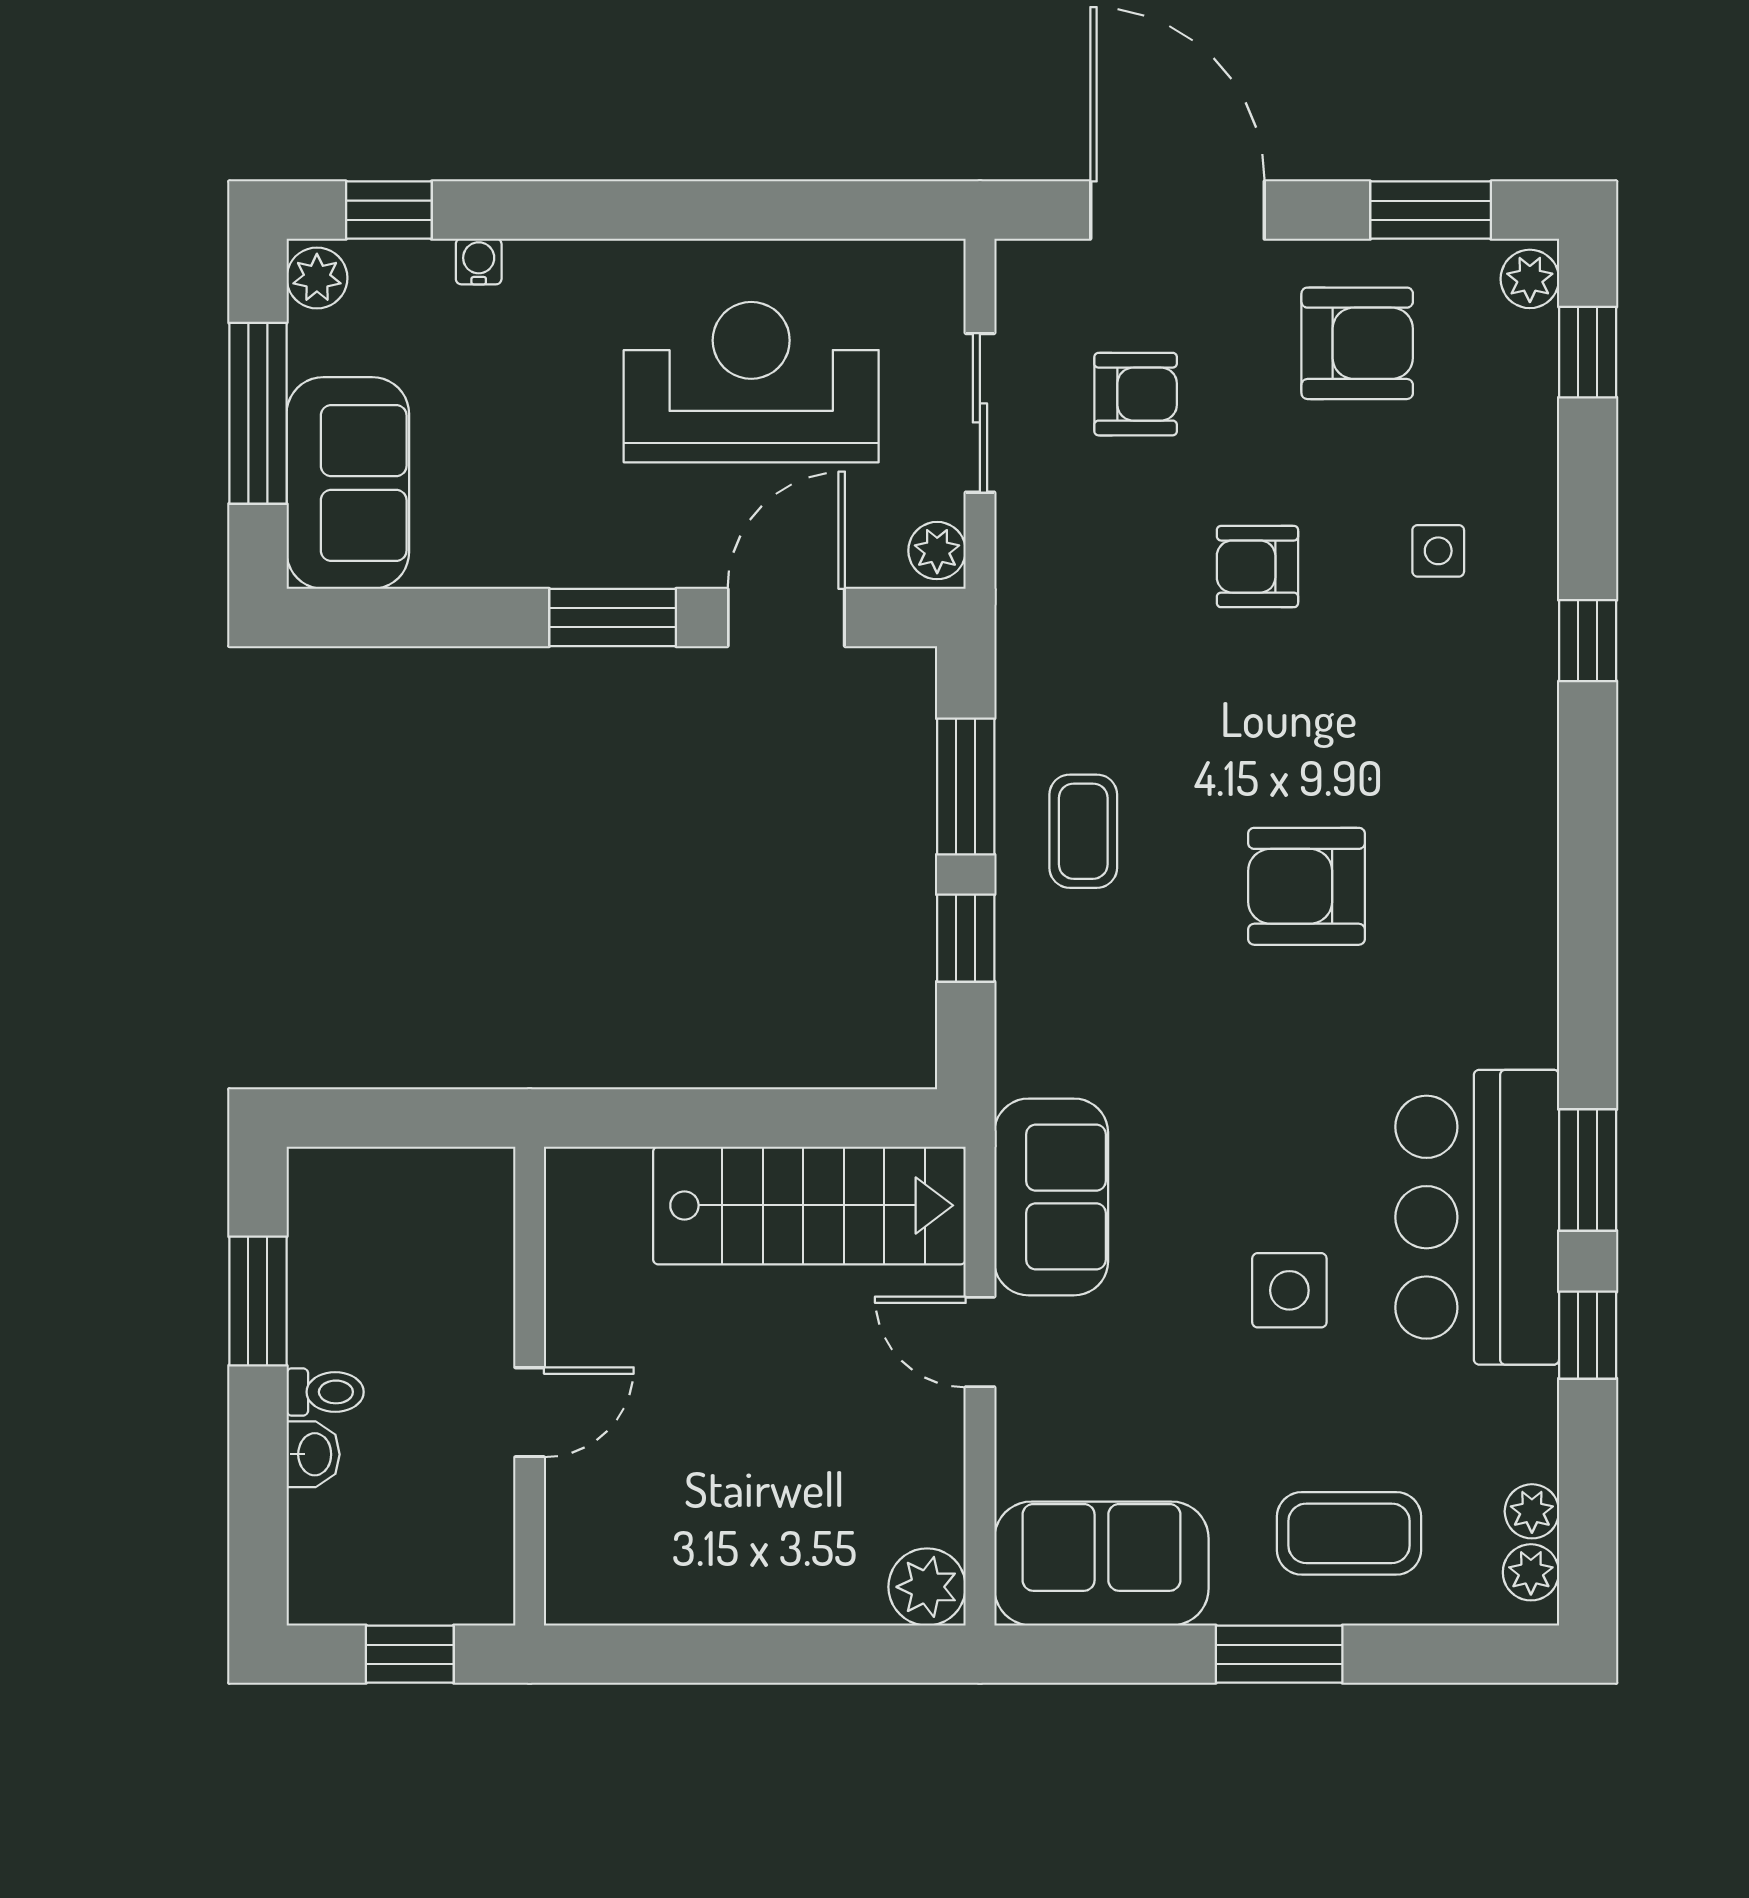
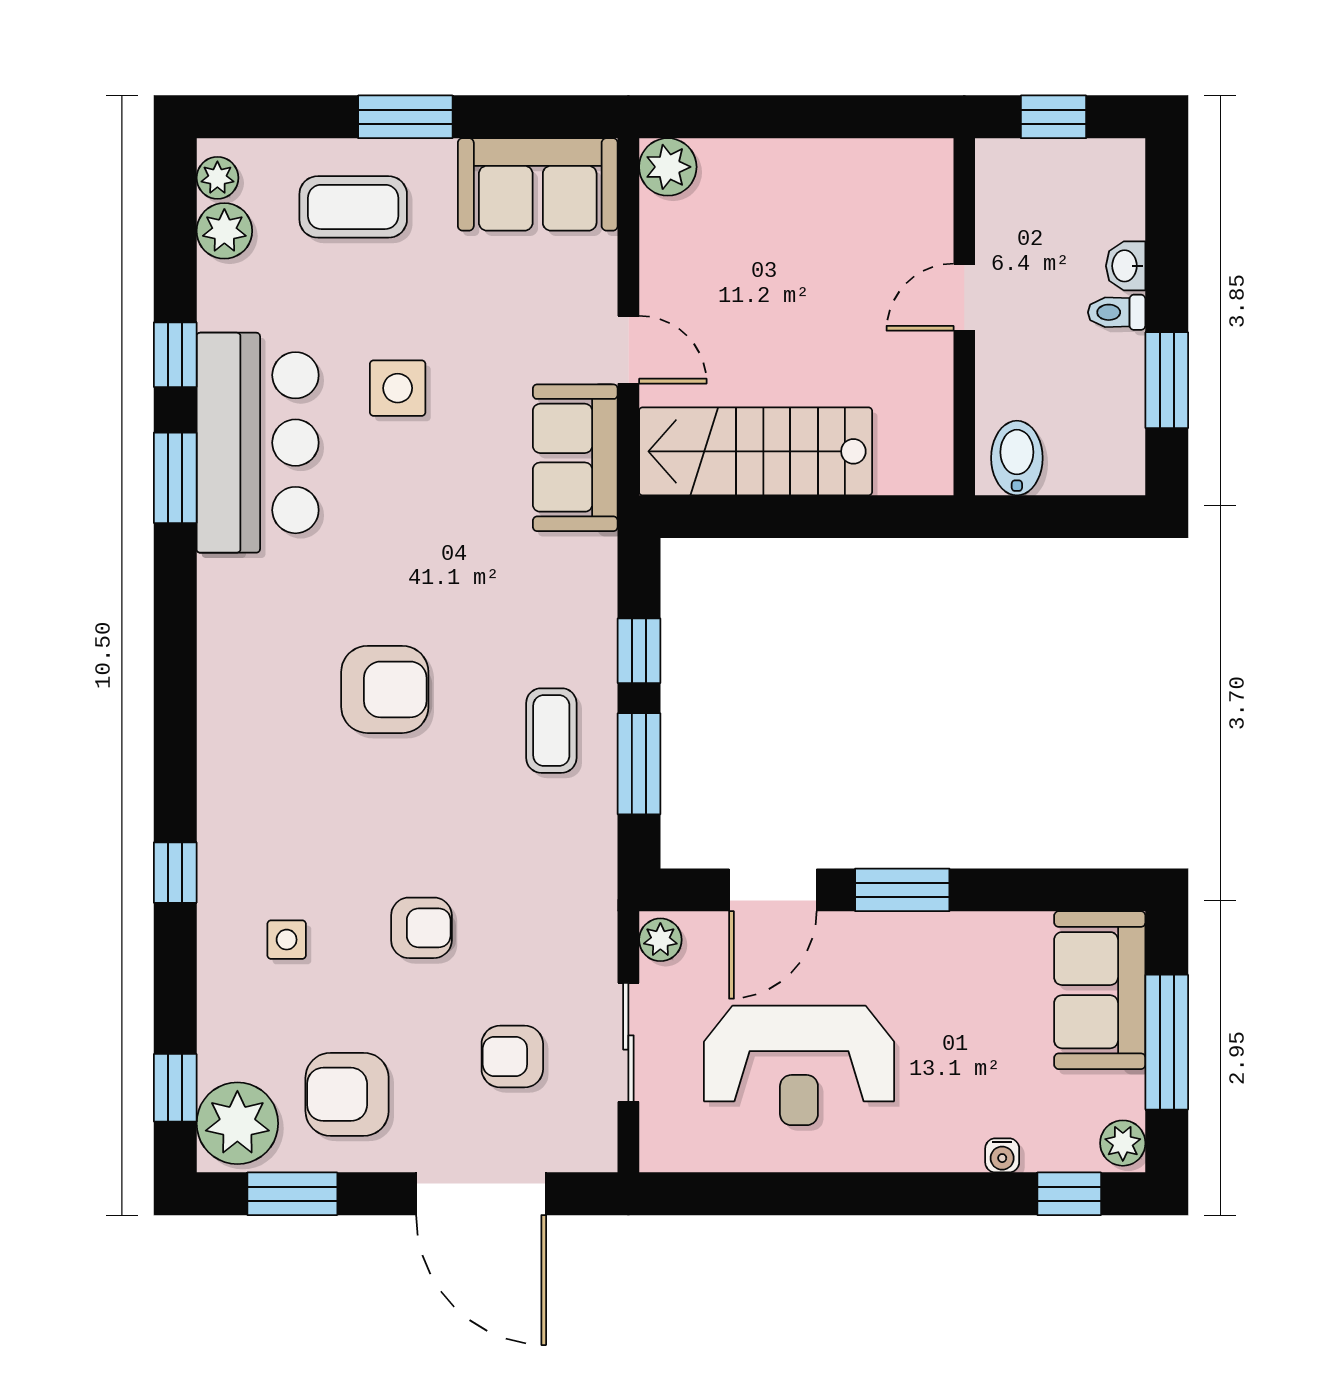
plant: (1530, 279) -> (237, 1123), width x1.87, depth x1.87
bidet: (459, 1197) -> (1017, 458), added
plant: (1532, 1511) -> (224, 231), width x1.38, depth x1.38

